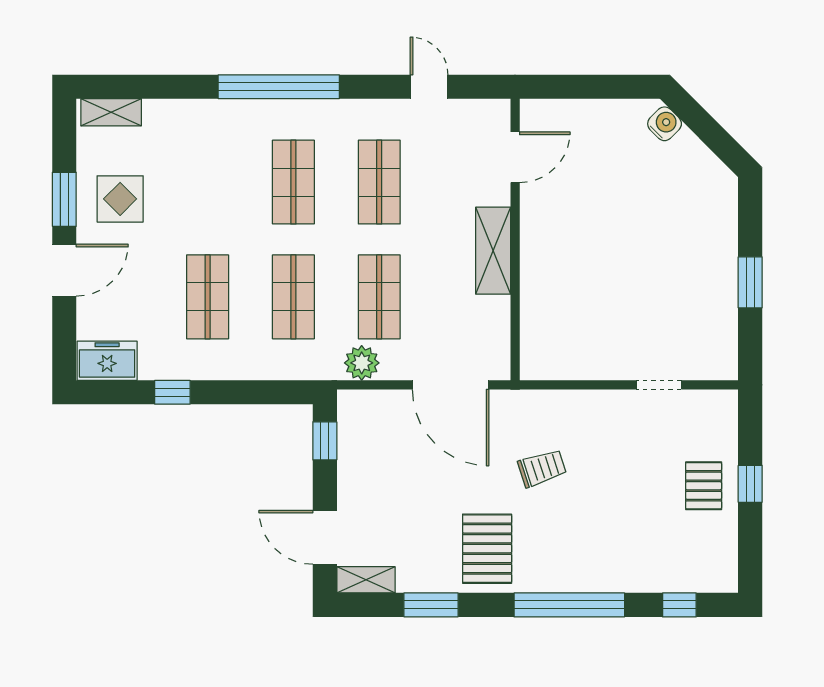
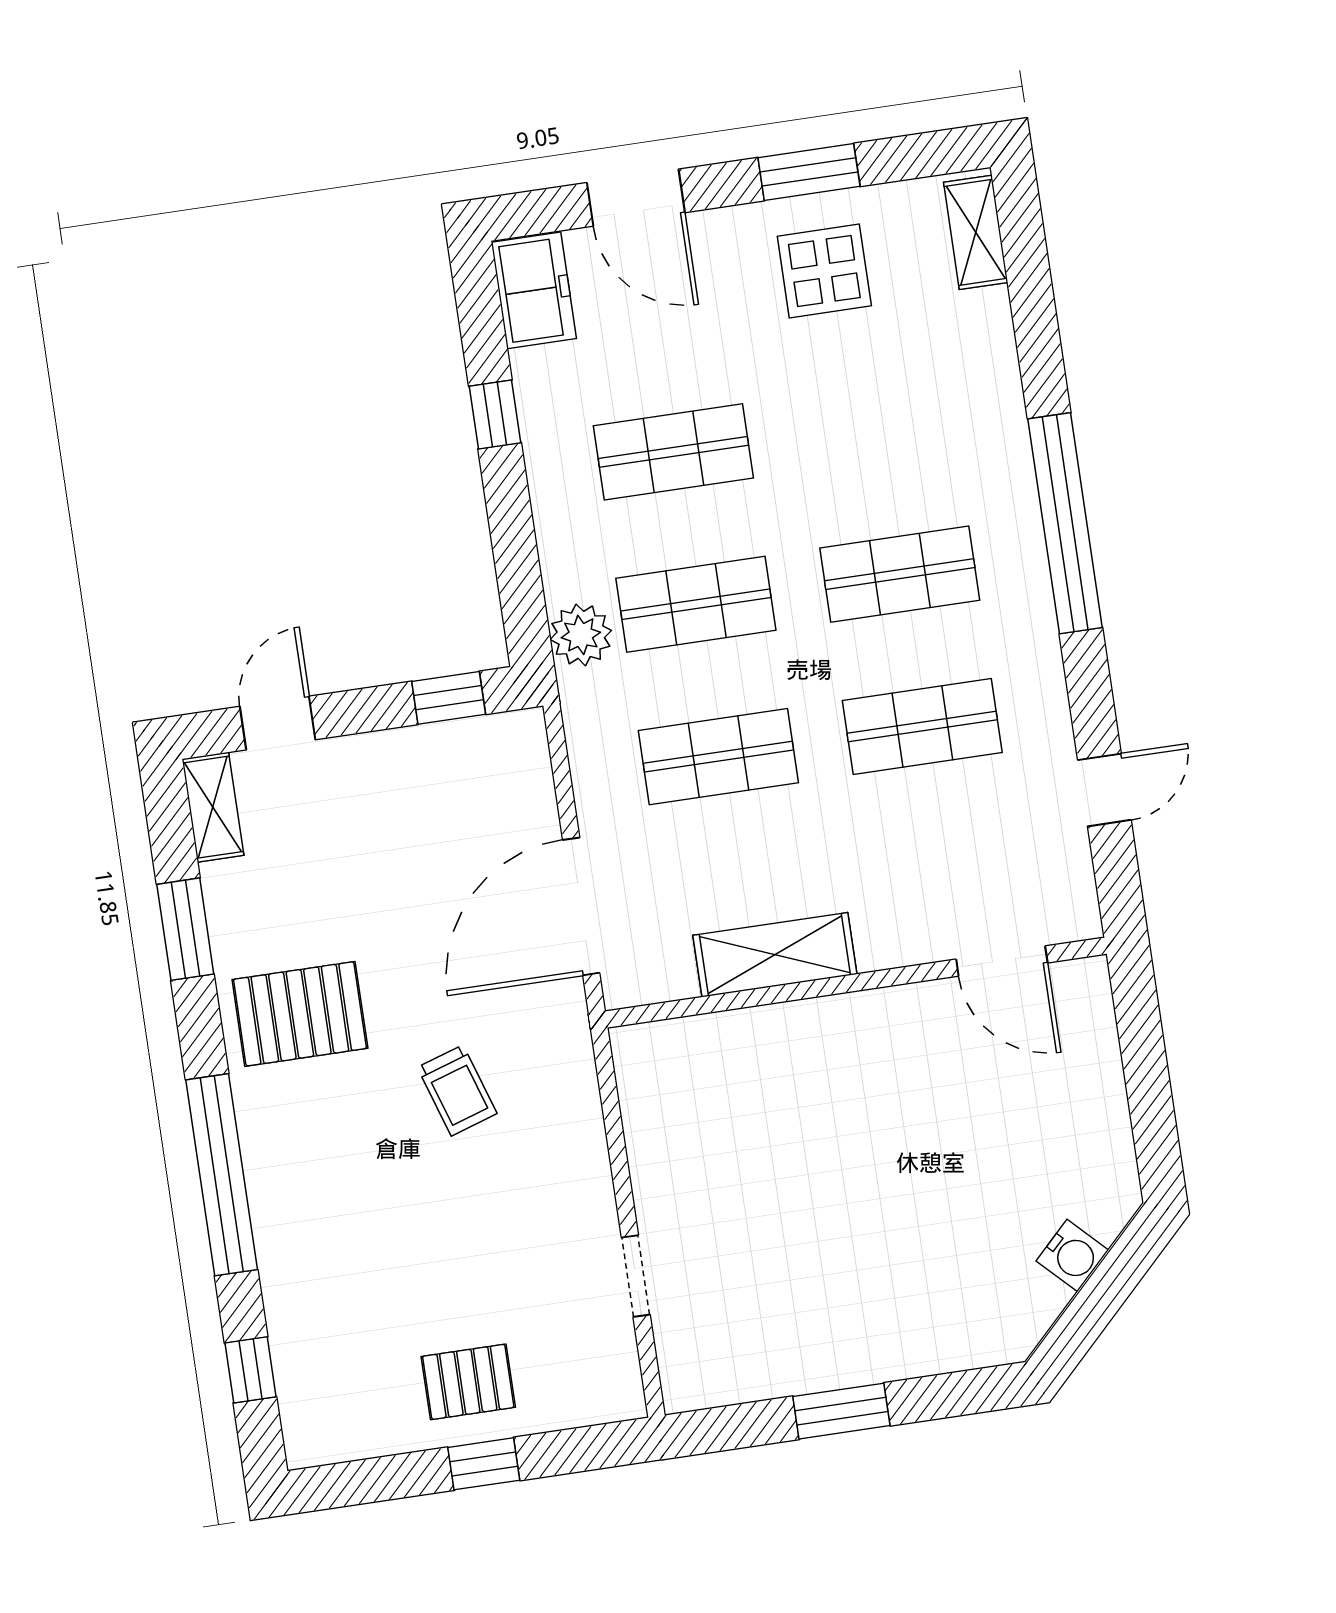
water cooler: (665, 124) -> (1072, 1255), moved
shelving: (493, 251) -> (775, 955), moved
door: (64, 270) -> (636, 198), moved
plant: (362, 363) -> (581, 635), moved
door: (325, 537) -> (278, 723), width x0.73

